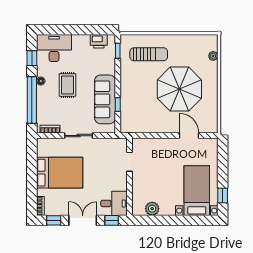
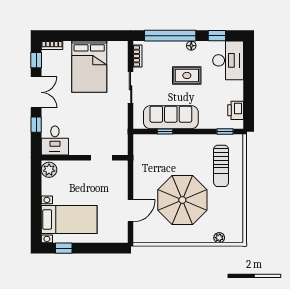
doorway: (130, 162) -> (101, 158), moved
wall: (130, 177) -> (85, 158), moved
desk: (114, 203) -> (55, 140), moved

